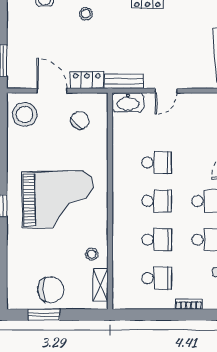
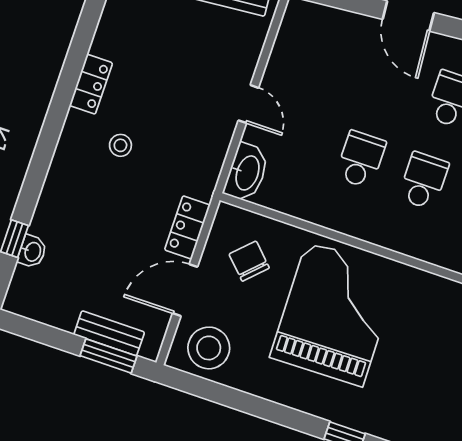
stool: (86, 14) -> (120, 145), moved
bench: (124, 81) -> (109, 333), moved, turned 90
grand piano: (58, 200) -> (335, 314), moved

